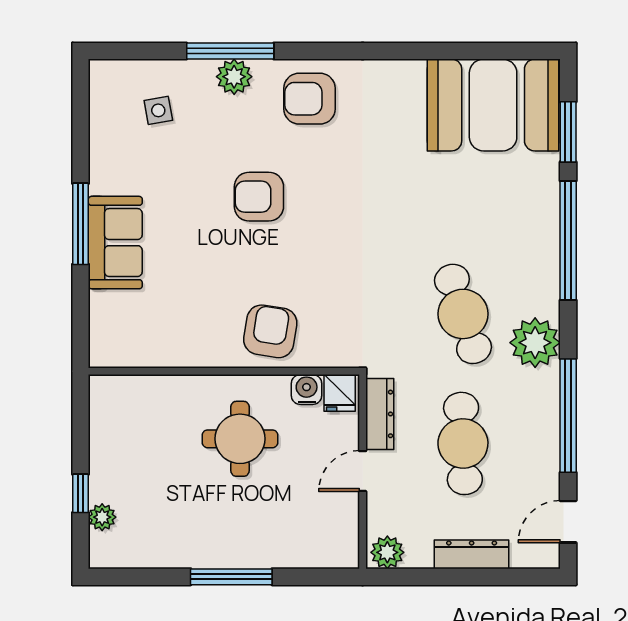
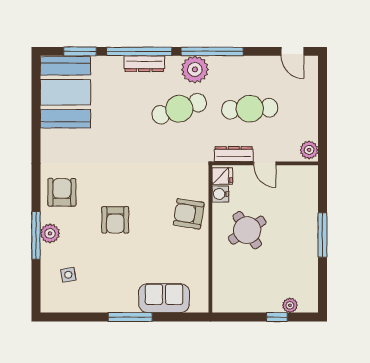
armchair: (309, 99) -> (62, 192), turned 180
sofa: (115, 243) -> (164, 298), moved
window: (568, 416) -> (212, 51), moved
round table: (240, 439) -> (247, 230), turned -33
dresser: (472, 554) -> (144, 64), moved, turned -90

